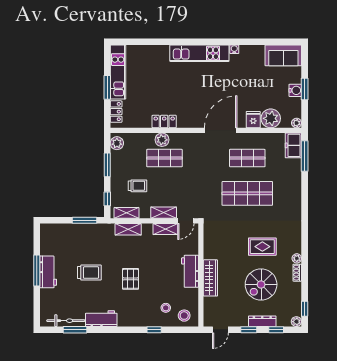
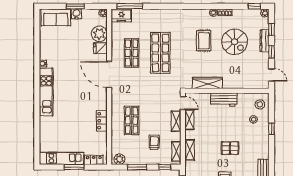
sofa: (283, 55) -> (56, 17), moved, turned 90
plant: (162, 140) -> (117, 122), removed
wardrobe: (210, 278) -> (207, 83), moved

